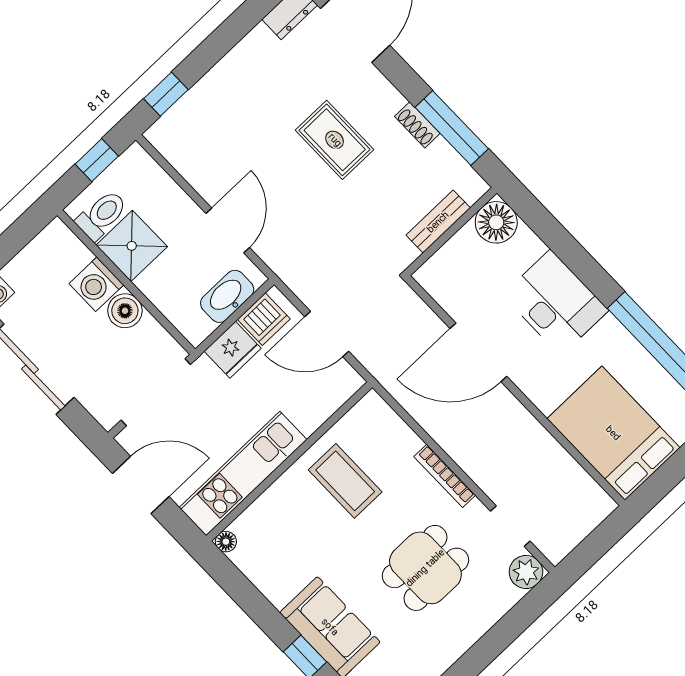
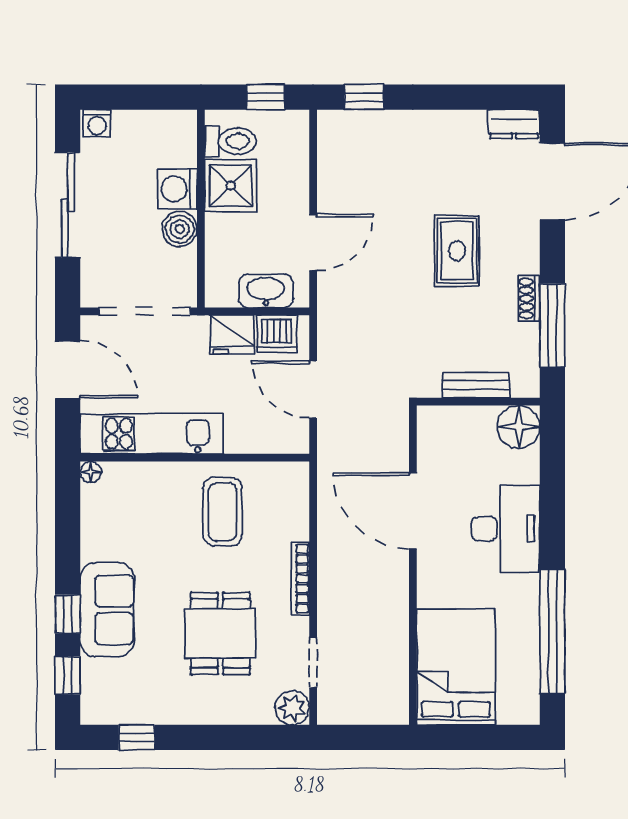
dining table: (425, 568) -> (220, 633), turned 90

